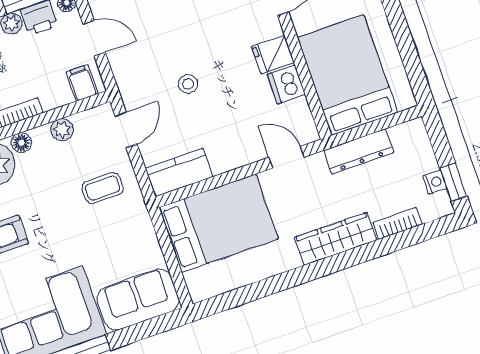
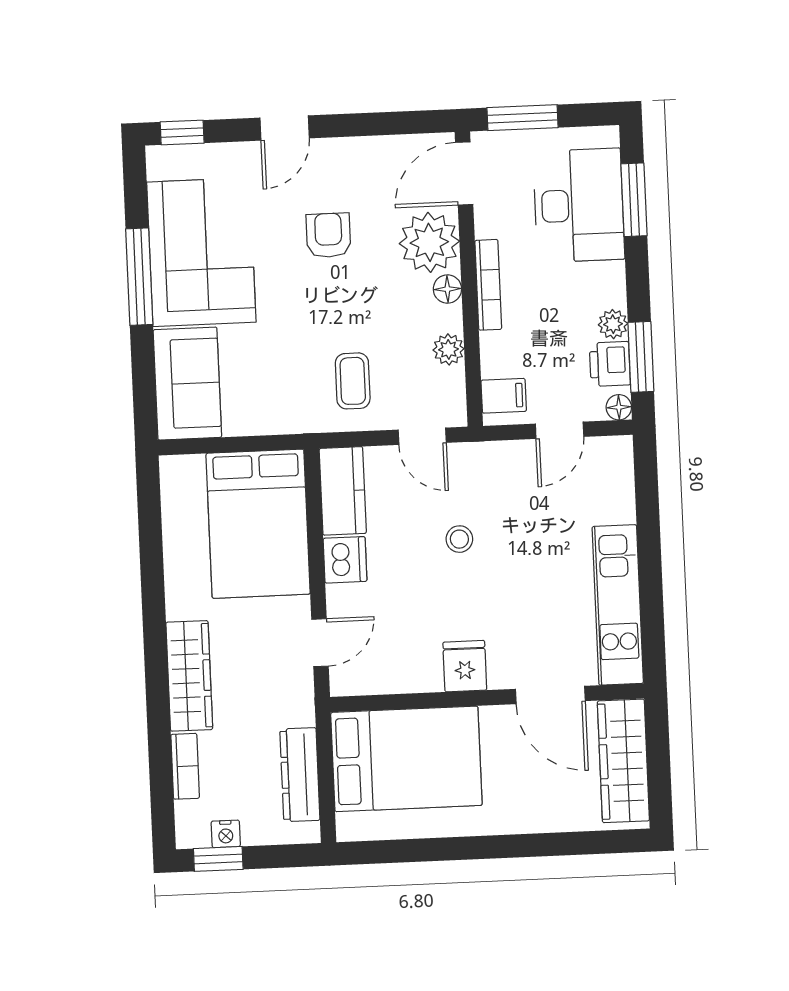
dishwasher: (286, 84) -> (345, 560), moved, turned 90
dresser: (359, 151) -> (300, 775), moved

